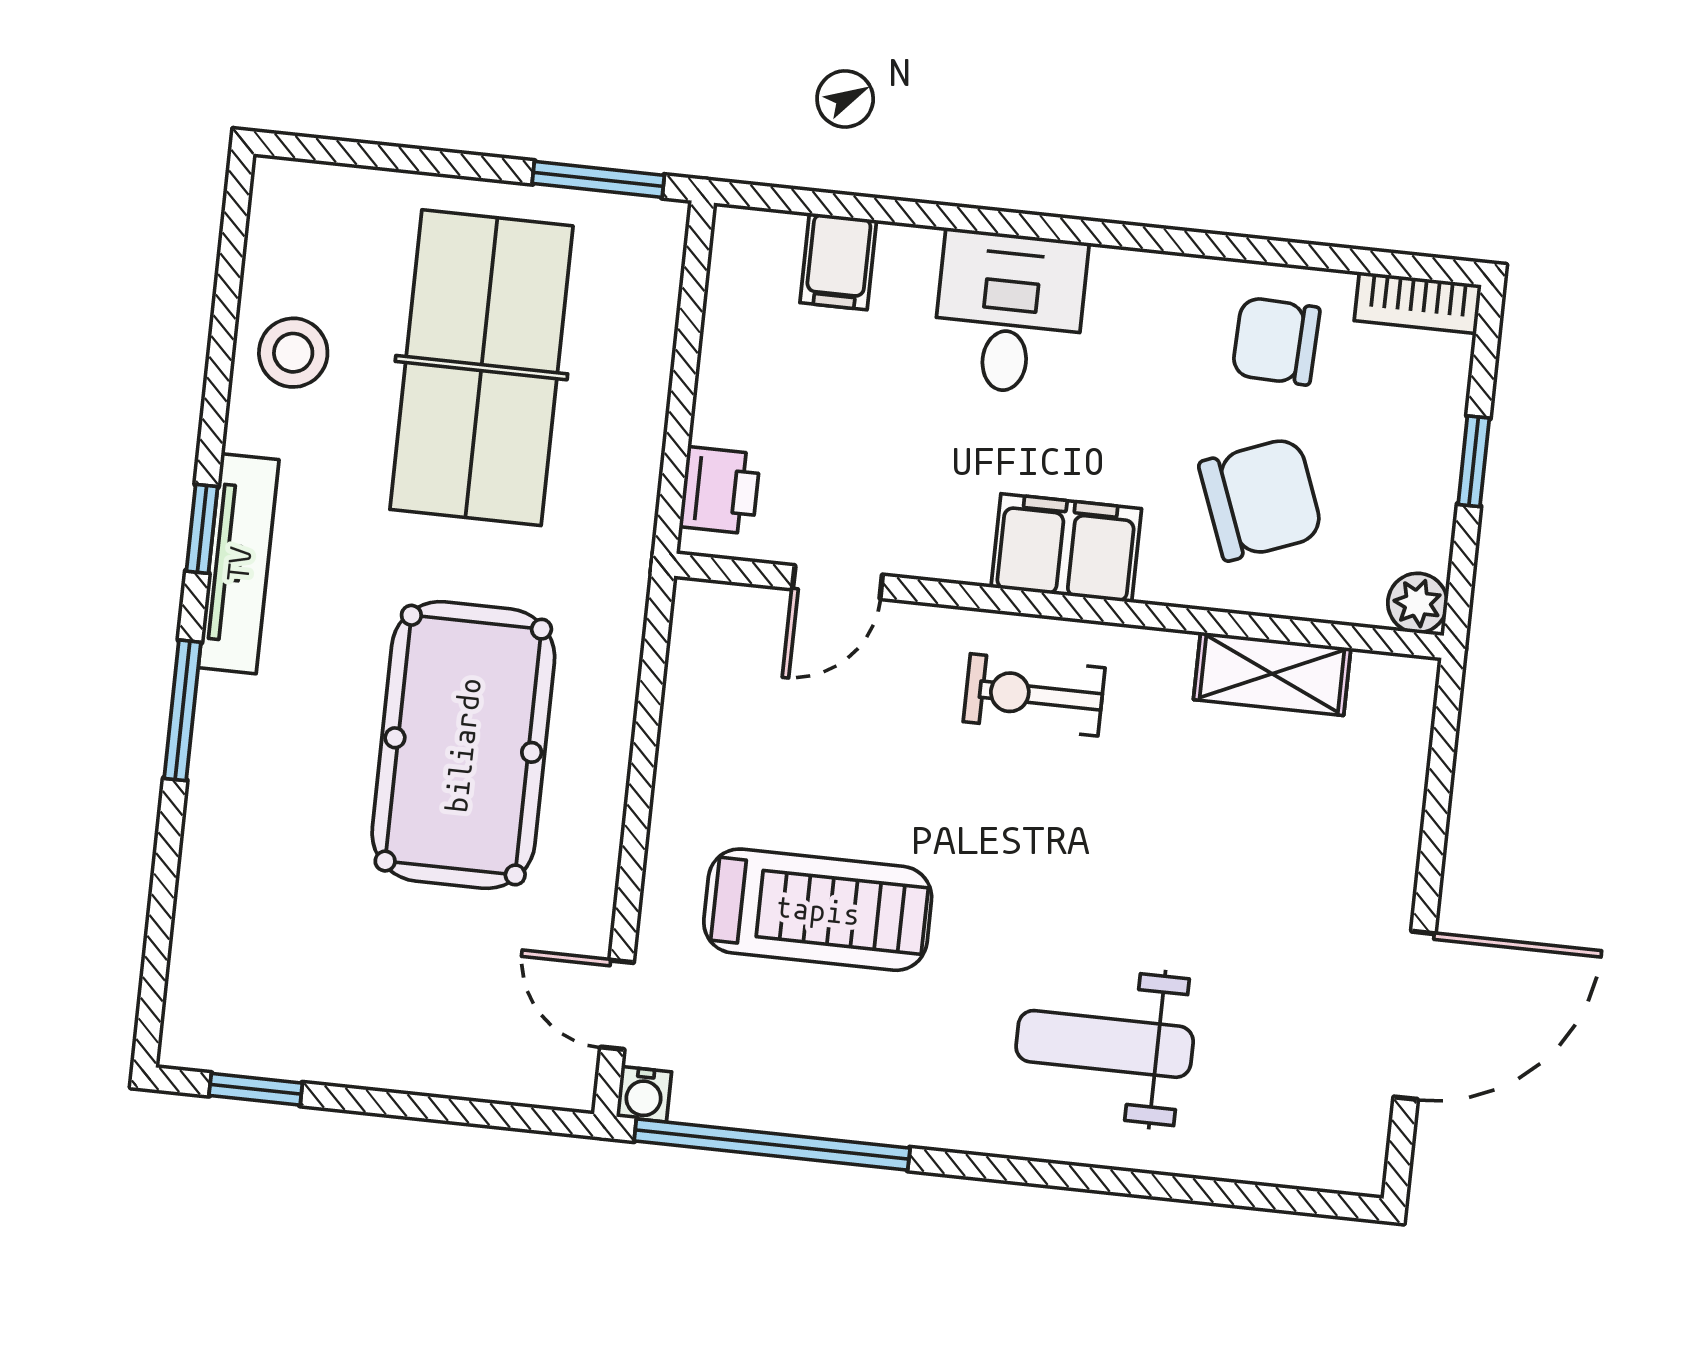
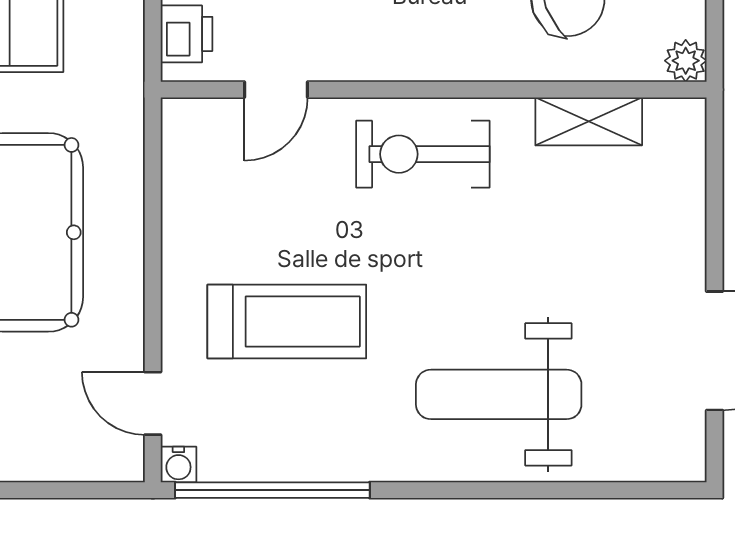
filing cabinet: (1066, 548) -> (434, 48), removed
exercise bike: (1034, 695) -> (423, 154), width x1.38, depth x1.39
weight bench: (1105, 1044) -> (499, 394), width x1.36, depth x1.33

